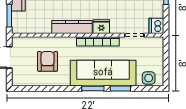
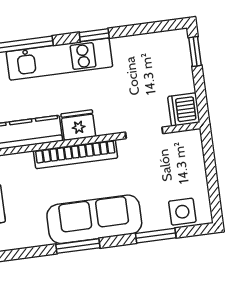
sofa: (103, 73) -> (94, 219), width x0.74, depth x0.79
window: (120, 88) -> (156, 236), moved

